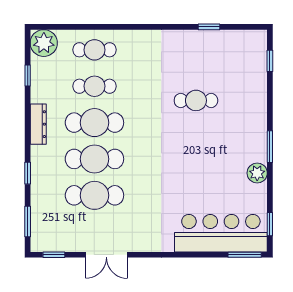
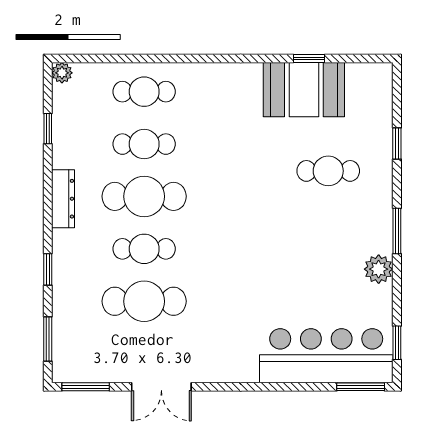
plant: (44, 43) -> (62, 73), width x0.53, depth x0.53
booth: (205, 48) -> (304, 90), added
window: (270, 61) -> (397, 144), moved
cafe table: (196, 100) -> (328, 171), moved
cafe table: (94, 159) -> (144, 249), width x0.73, depth x0.74
window: (54, 255) -> (86, 387), width x1.50

